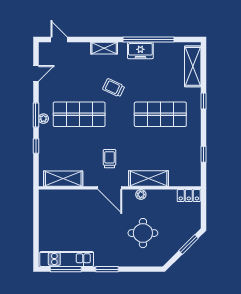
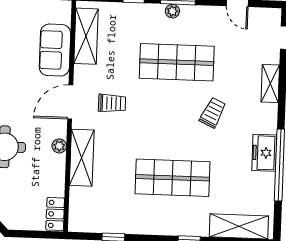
shelving: (104, 48) -> (270, 83), moved
shop shelf: (79, 114) -> (177, 62), turned 90
shop shelf: (160, 114) -> (172, 178), turned 90
sofa: (74, 200) -> (55, 50), added

